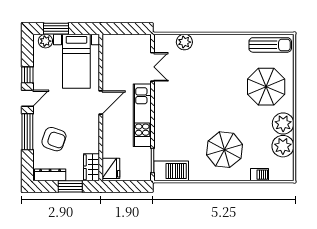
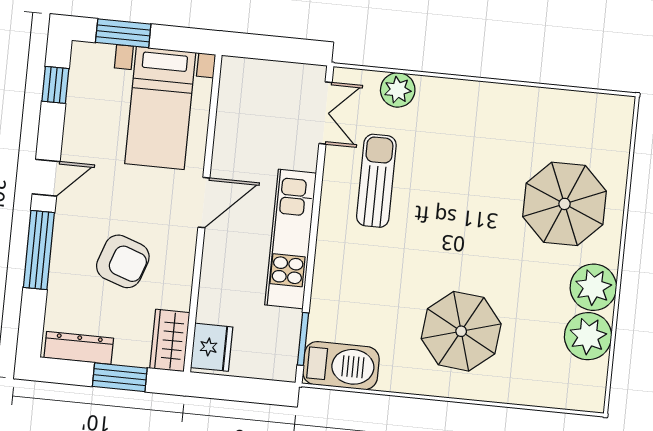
plant: (45, 41) -> (98, 58), removed
sun lounger: (270, 45) -> (376, 181), moved, turned -90
double door: (152, 67) -> (326, 113), moved
window: (27, 75) -> (55, 85), moved
armchair: (54, 139) -> (123, 261), moved
barbecue: (259, 175) -> (531, 393), removed

